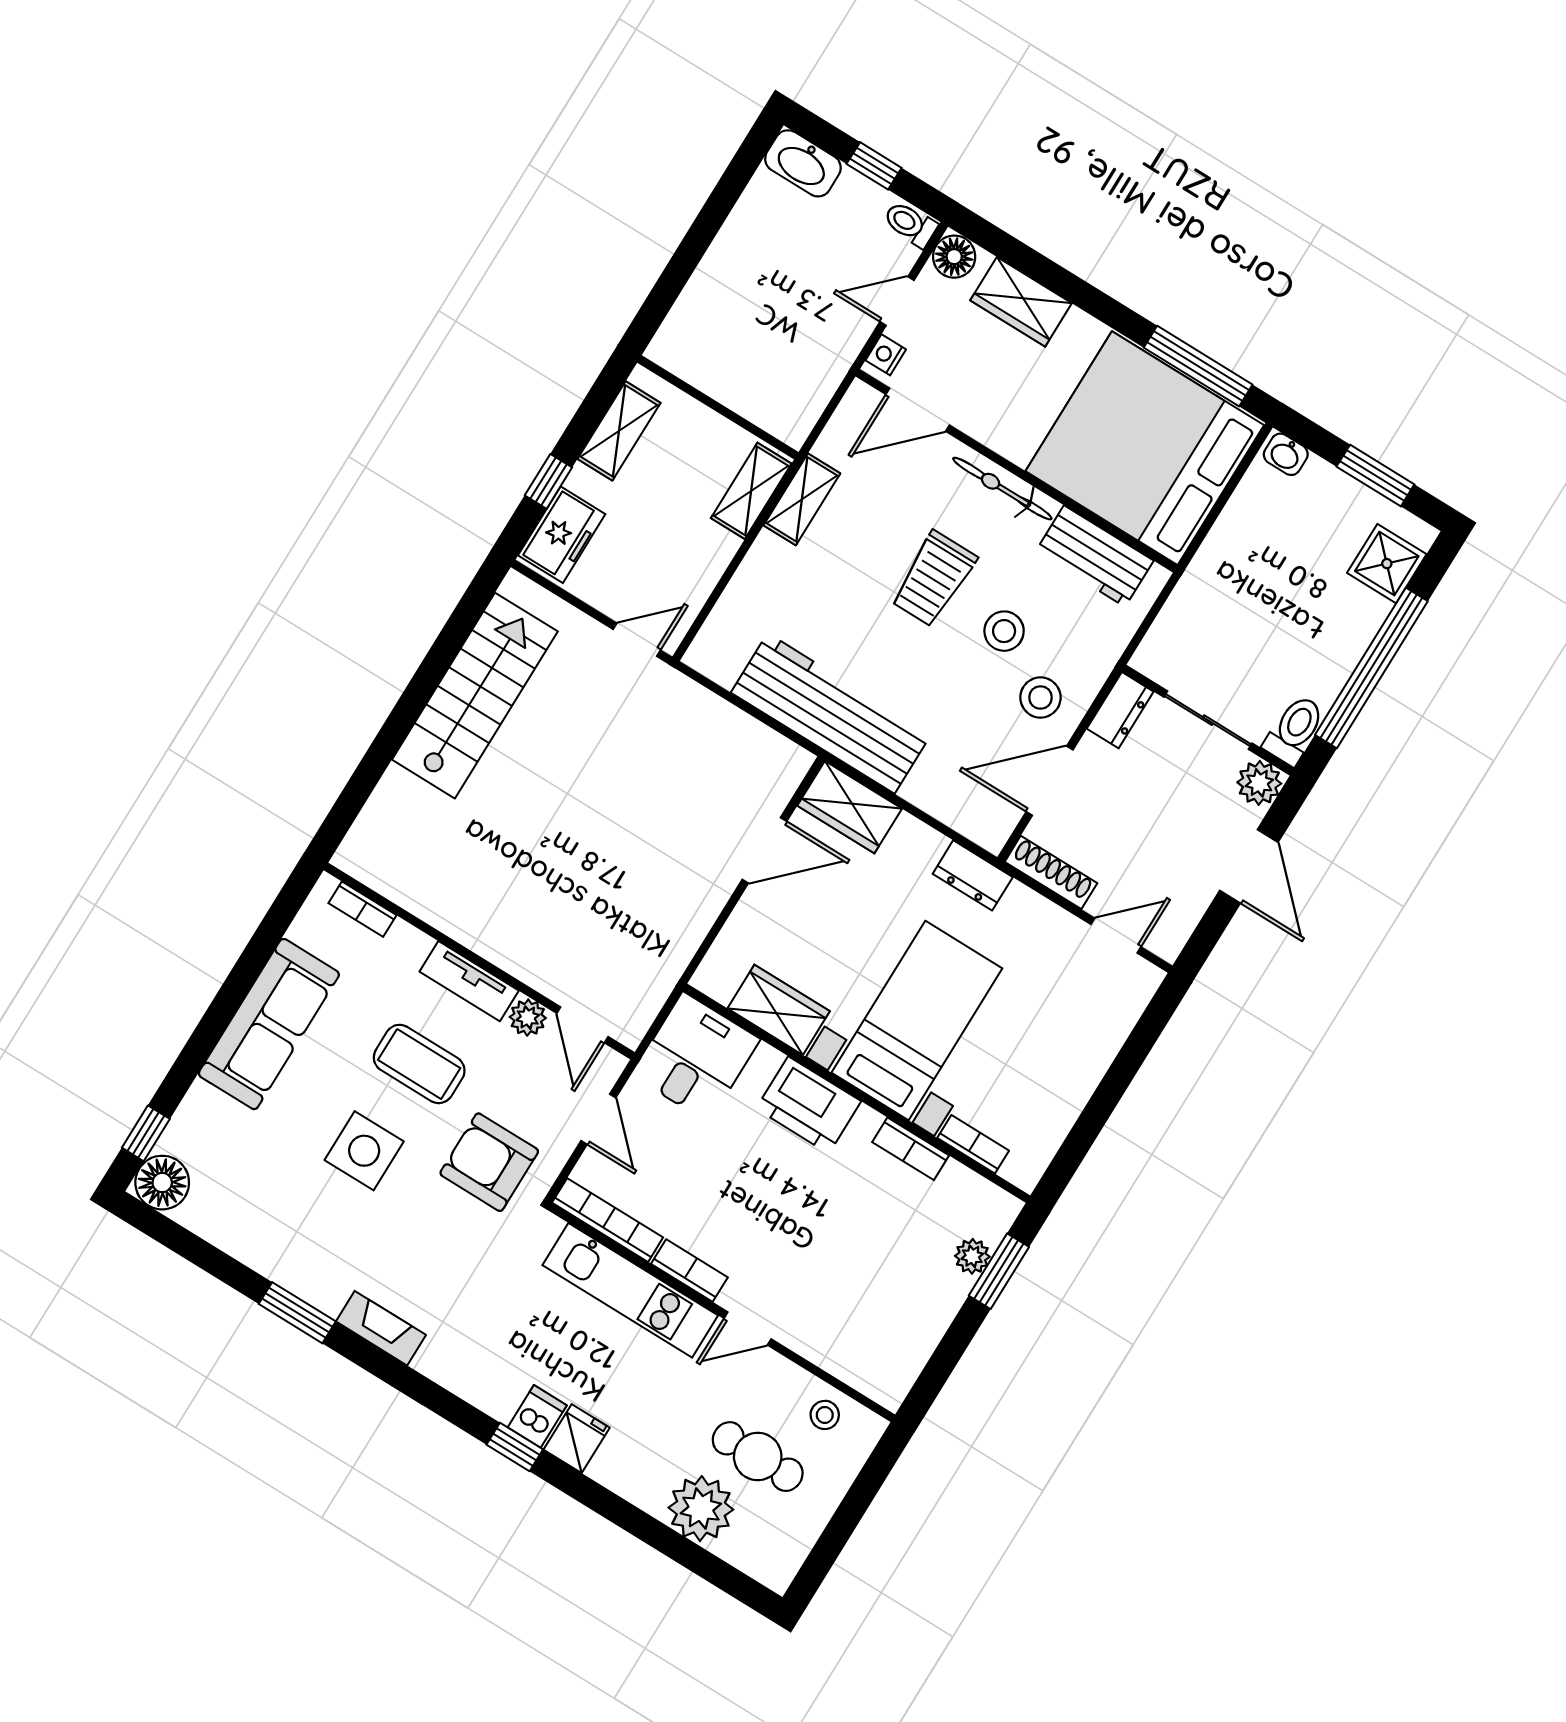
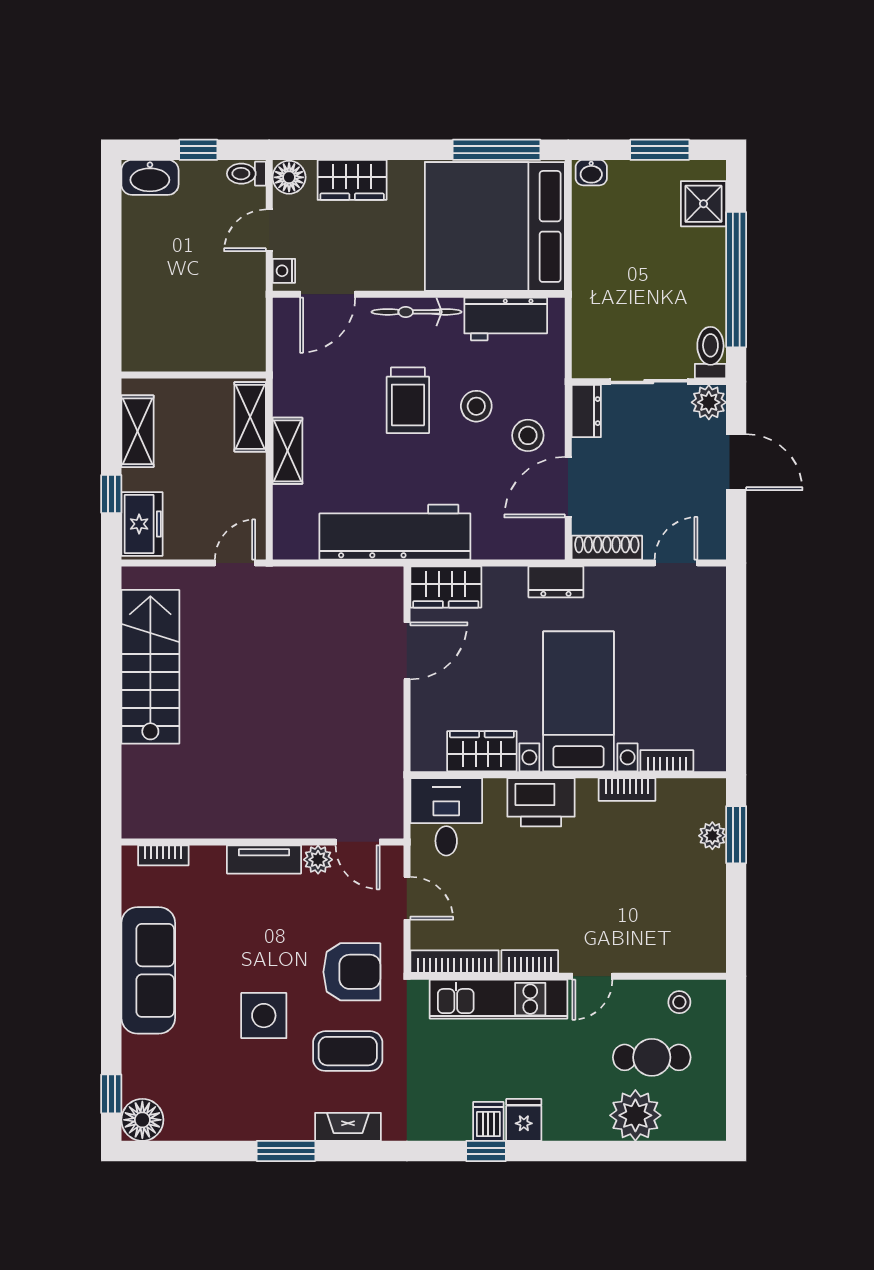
shelving: (802, 499) -> (287, 451), moved
coffee table: (419, 1064) -> (348, 1051), moved
armchair: (489, 1162) -> (352, 972), turned 180

